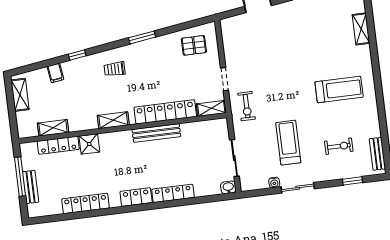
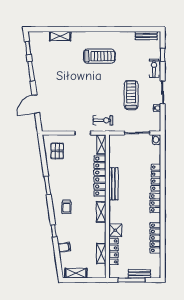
treadmill: (339, 89) -> (99, 56), turned 90
treadmill: (288, 143) -> (131, 95), turned 90
exercise bike: (339, 146) -> (154, 68), moved

